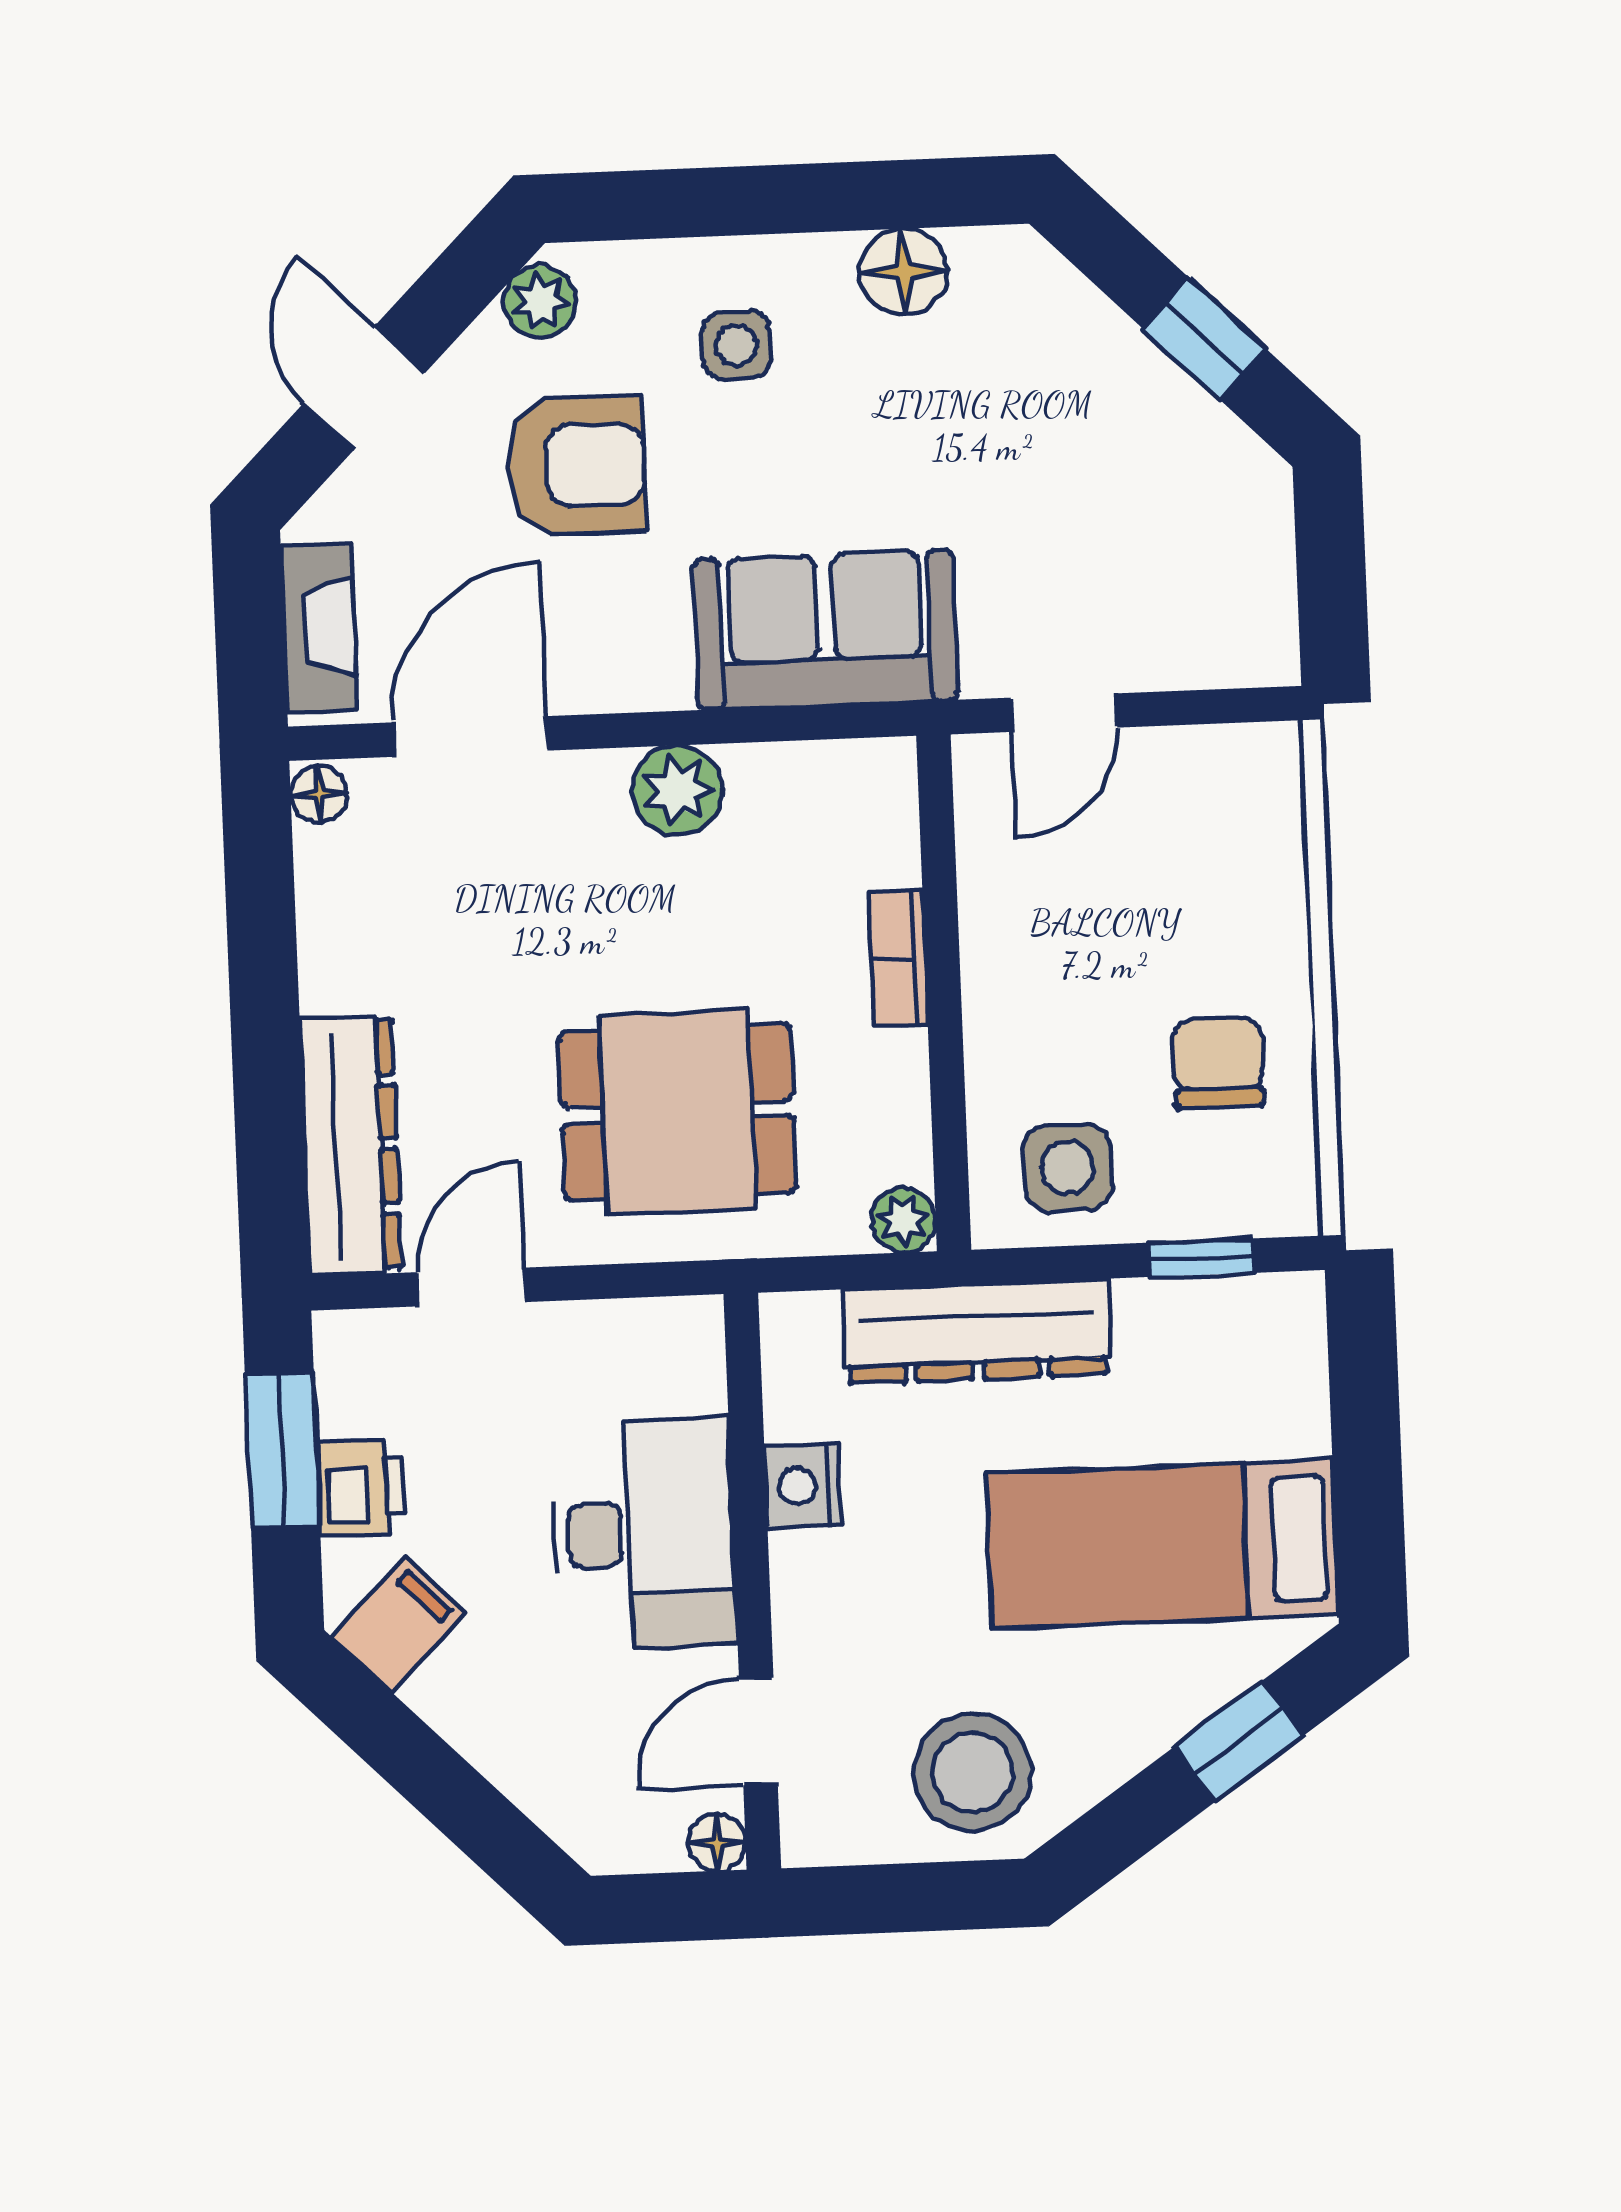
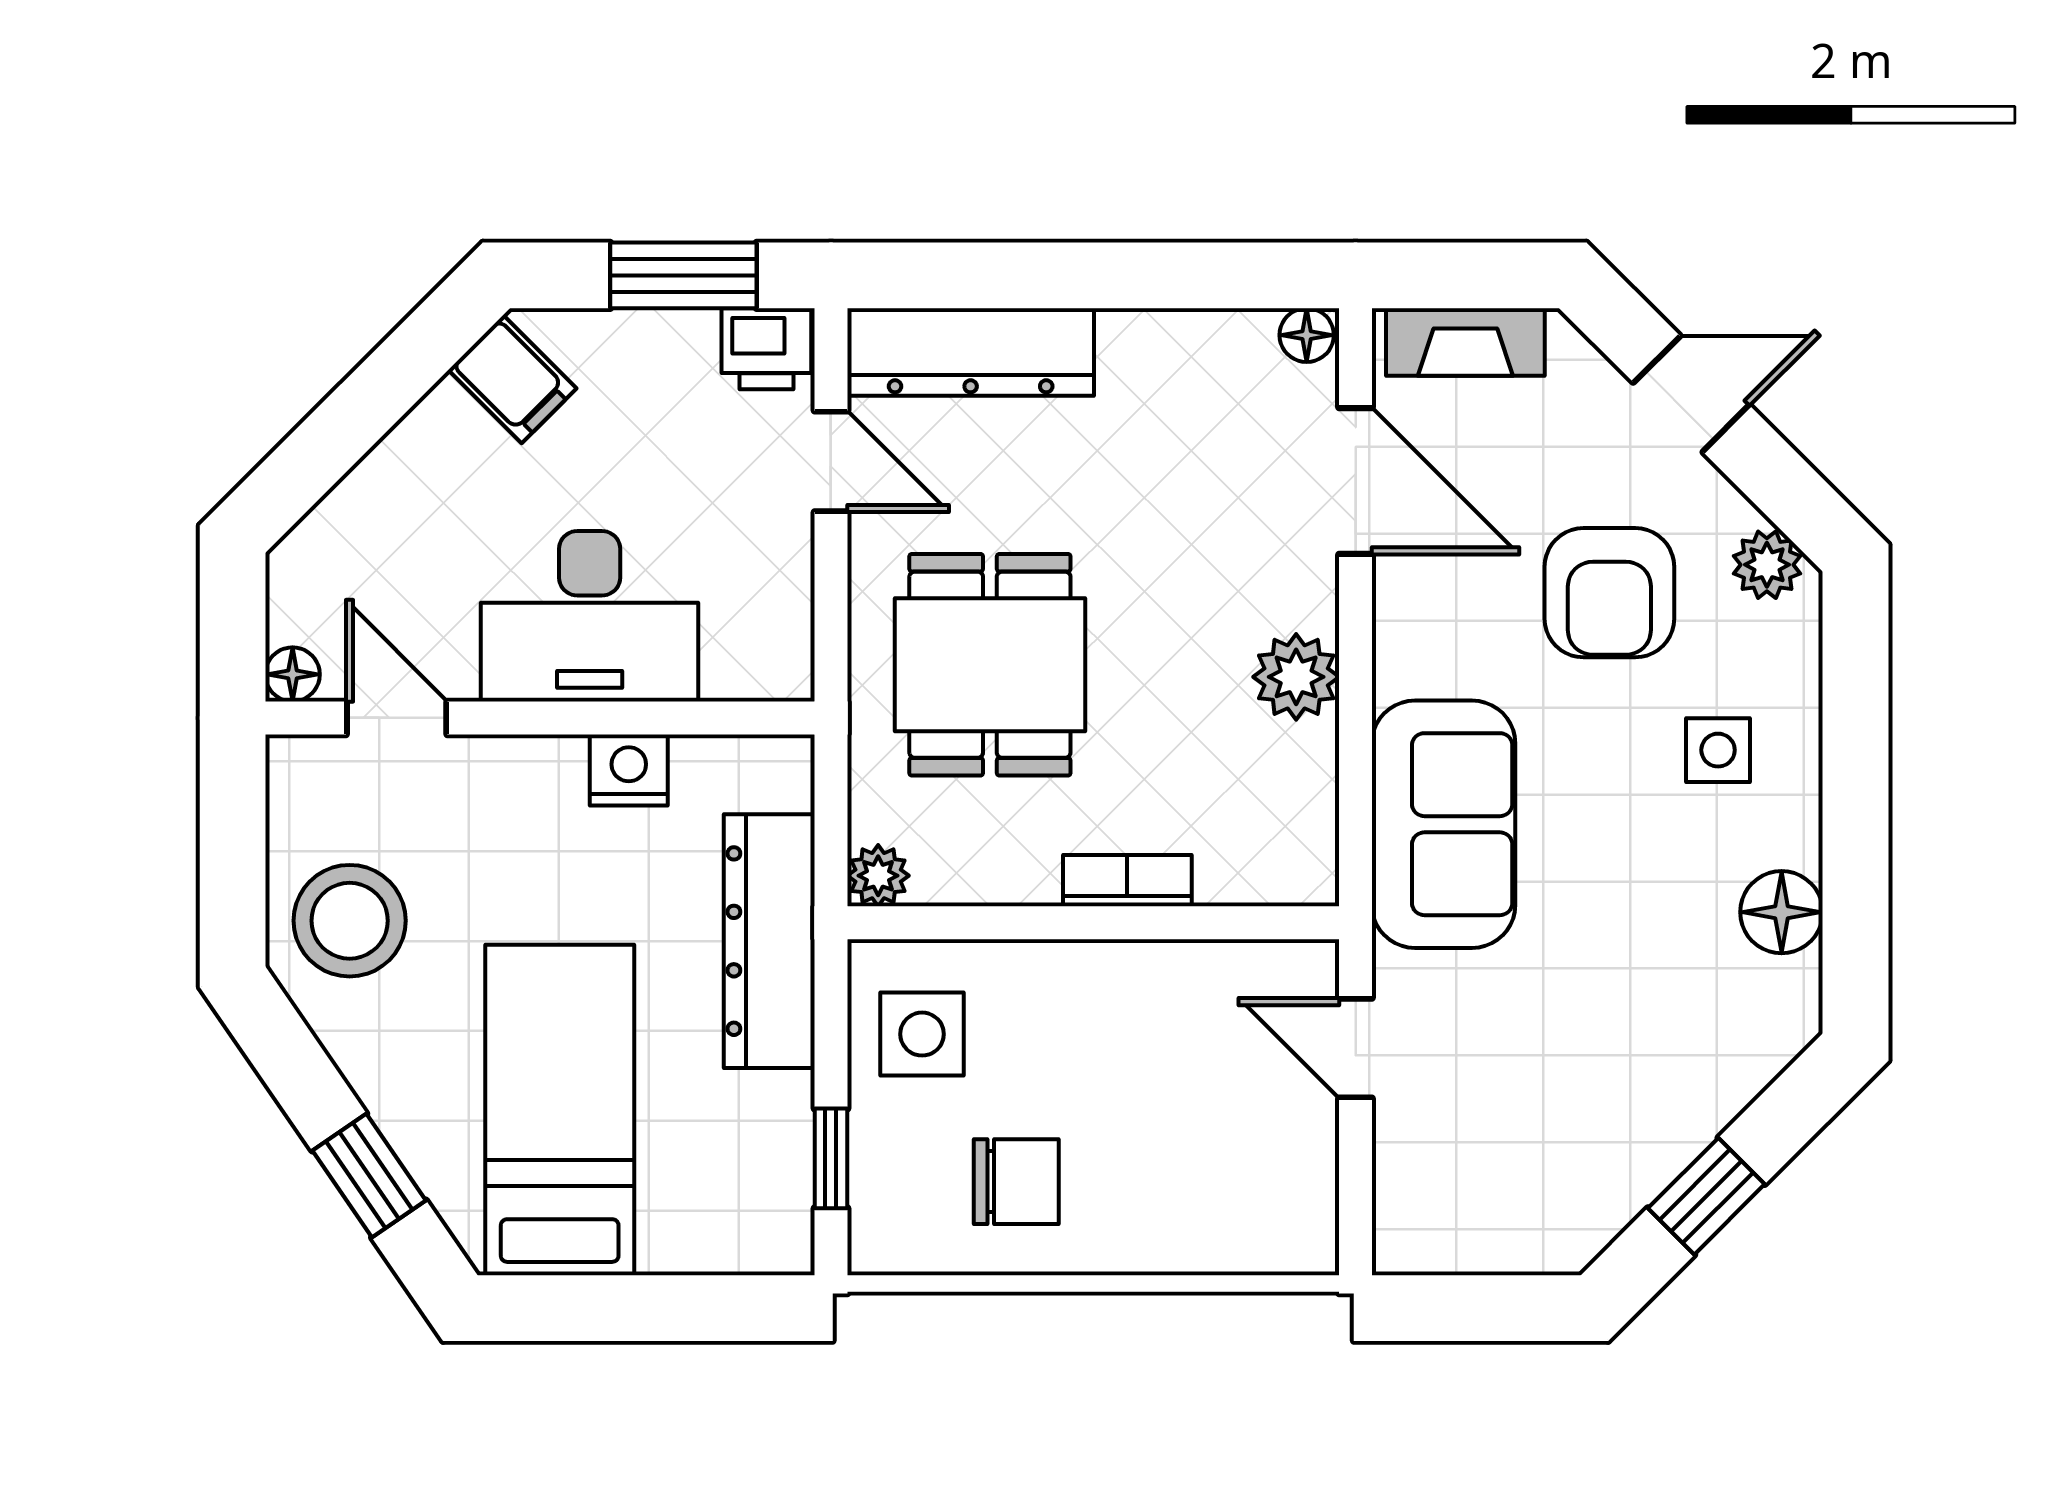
printer: (361, 1487) -> (766, 349), moved

